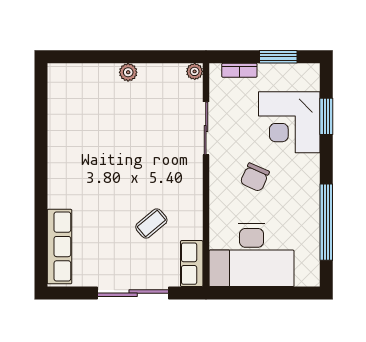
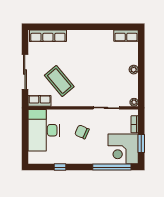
row of seats: (59, 88) -> (126, 36), added
window: (326, 116) -> (112, 167), width x2.11
corner desk: (289, 122) -> (123, 149), moved, turned -90
window: (326, 222) -> (60, 167), width x0.32
coffee table: (151, 223) -> (59, 81), width x1.86, depth x1.72

